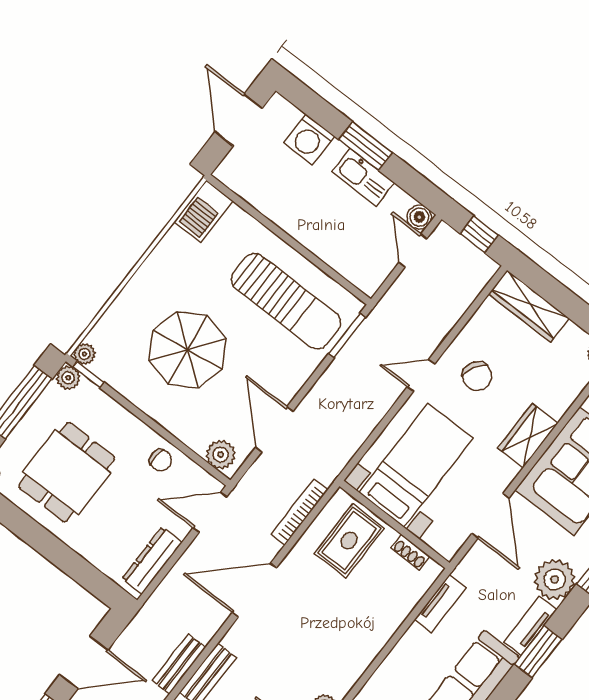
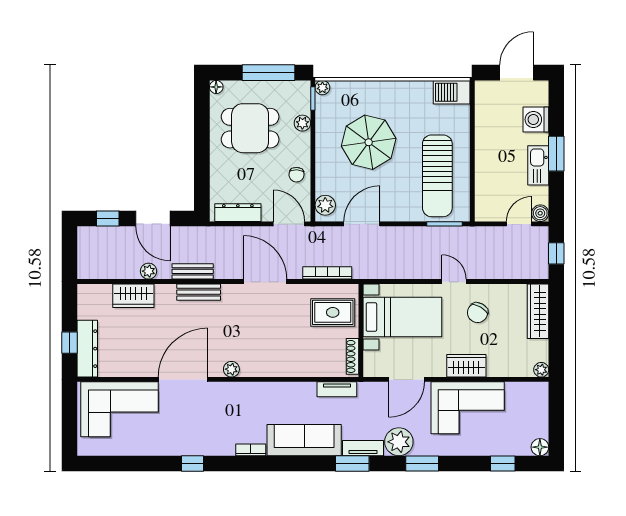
plant: (68, 378) -> (302, 123), moved
shoe rack: (411, 552) -> (352, 356), width x1.43

